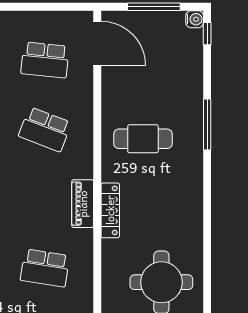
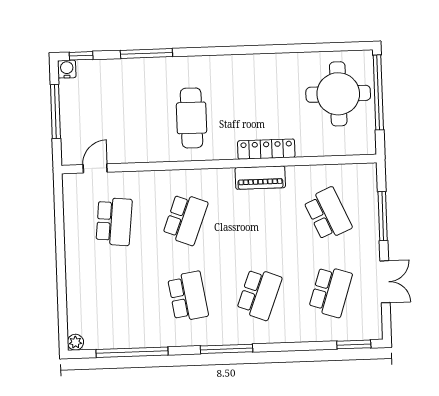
door: (97, 43) -> (95, 168), width x0.53
window: (207, 125) -> (146, 54), moved
school desk: (45, 268) -> (328, 214), turned -33

